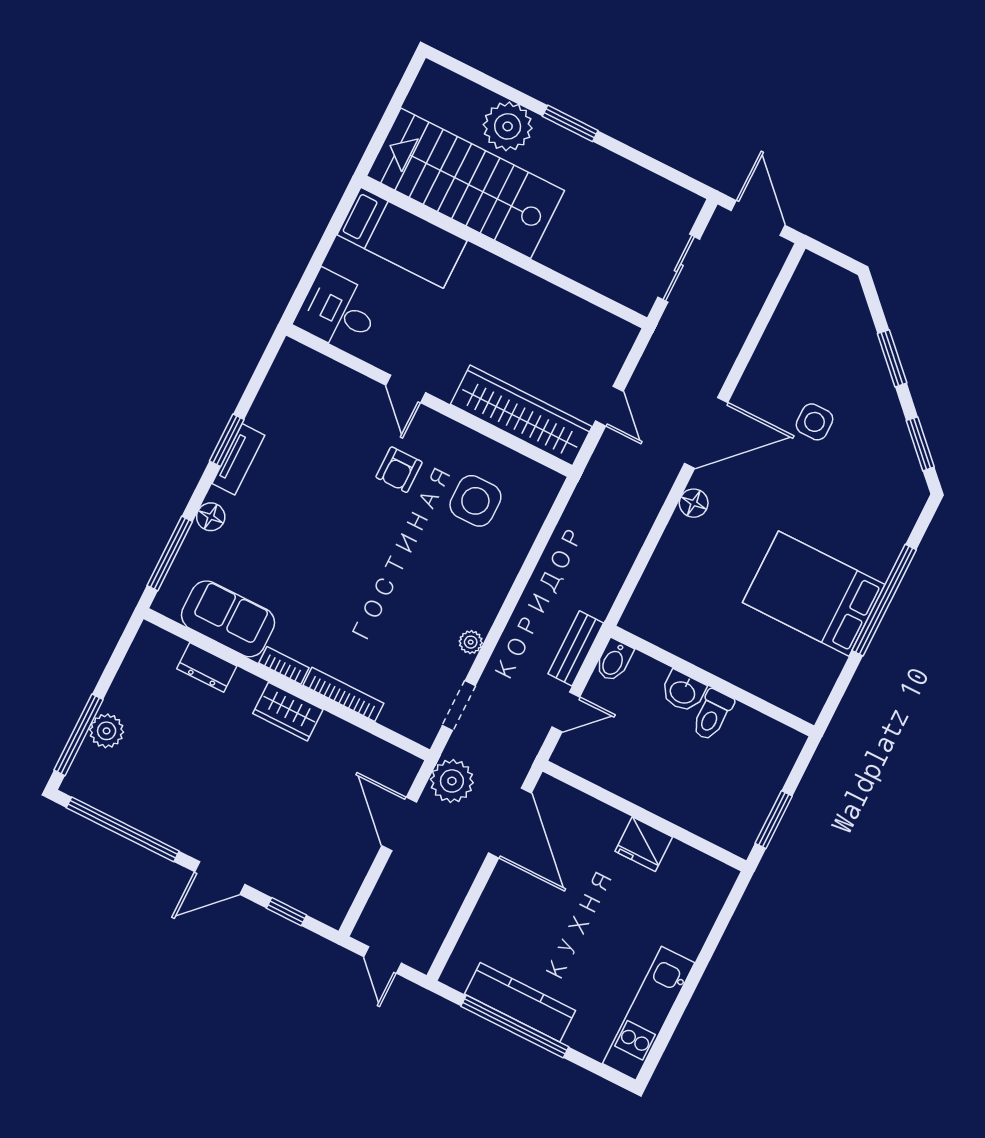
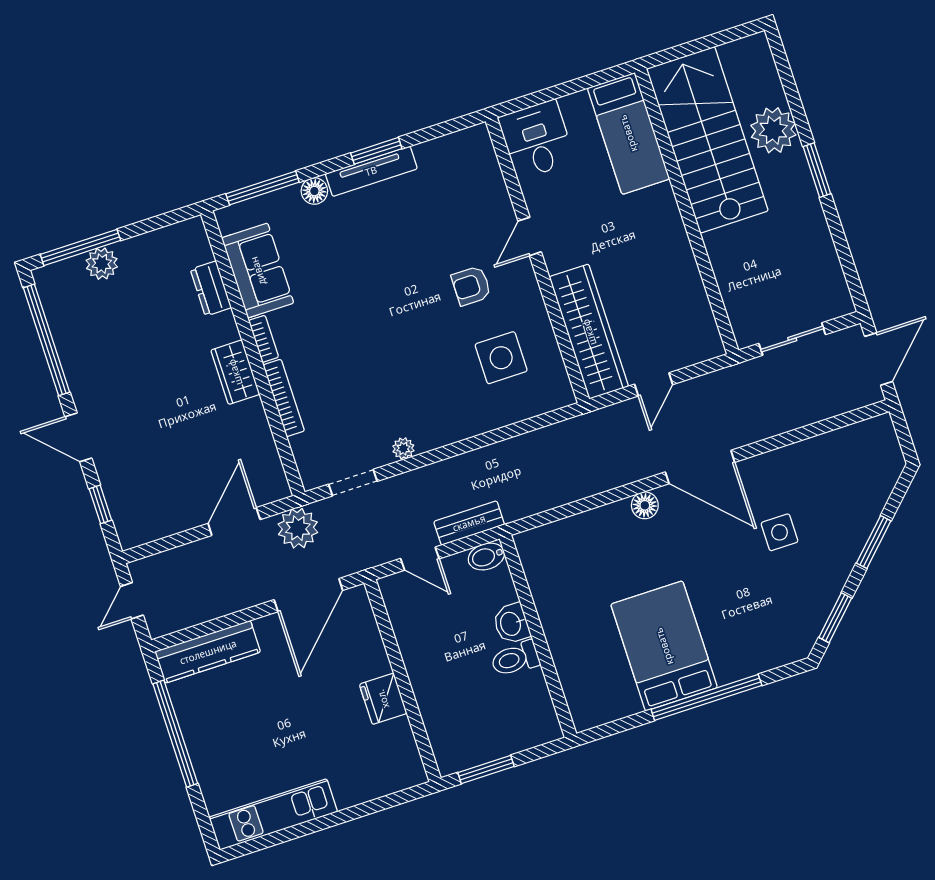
tv unit: (238, 459) -> (371, 171), width x1.41
kitchen counter: (520, 1002) -> (208, 652), moved, turned 90

